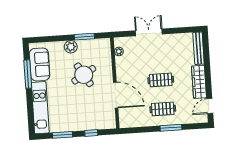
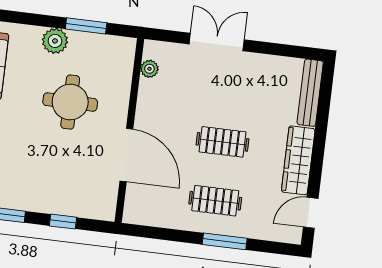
round table: (84, 75) -> (70, 102), turned 31

